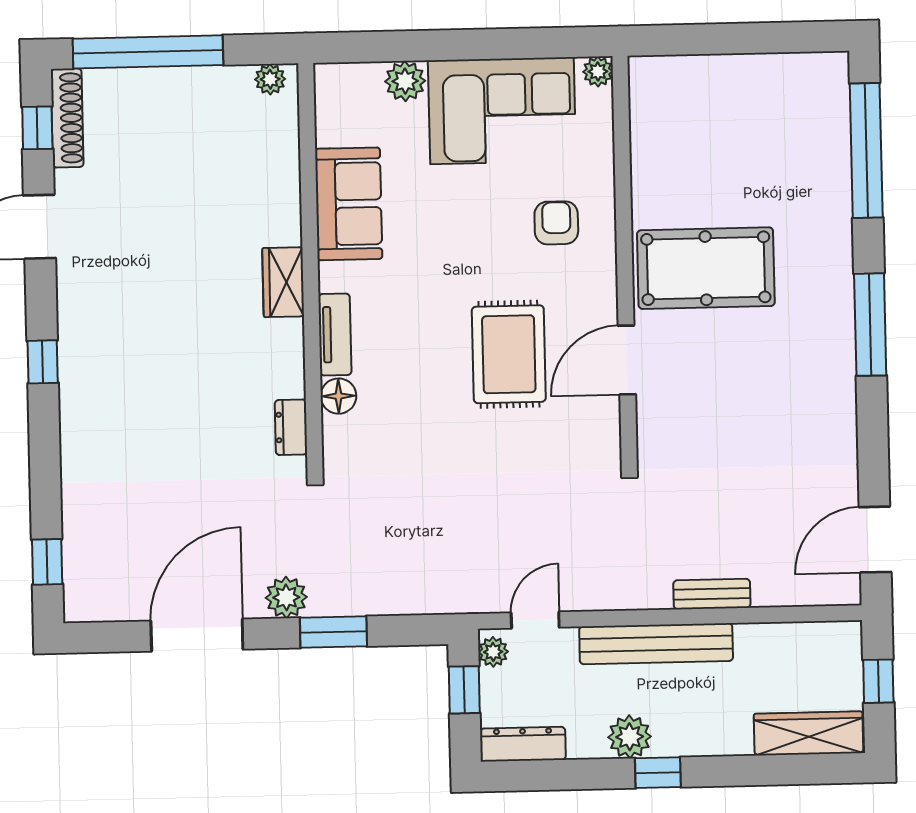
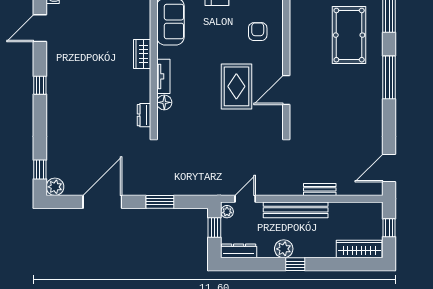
pool table: (706, 268) -> (349, 35), moved, turned 90
plant: (286, 597) -> (55, 187), moved

